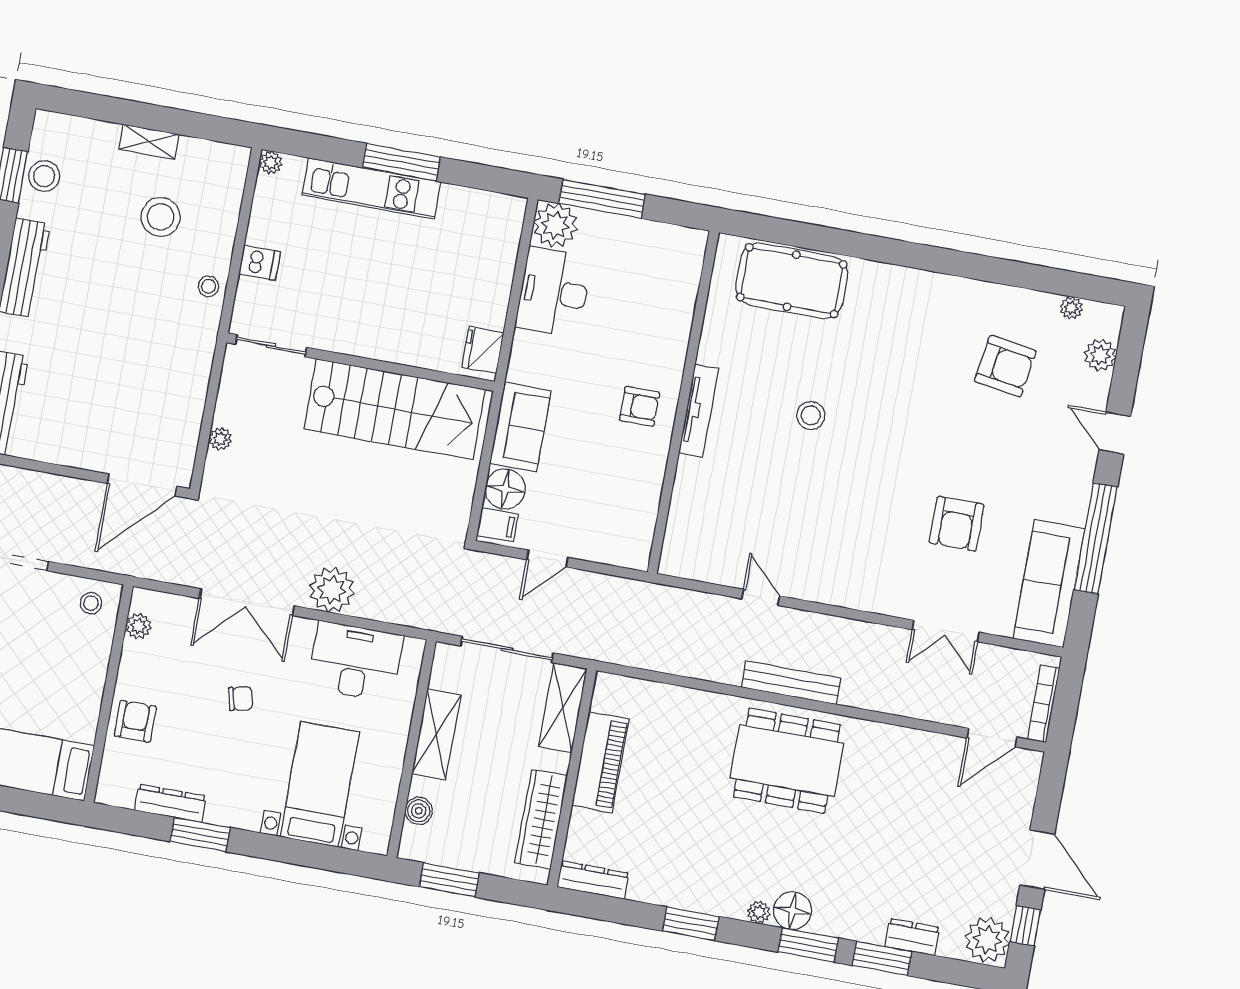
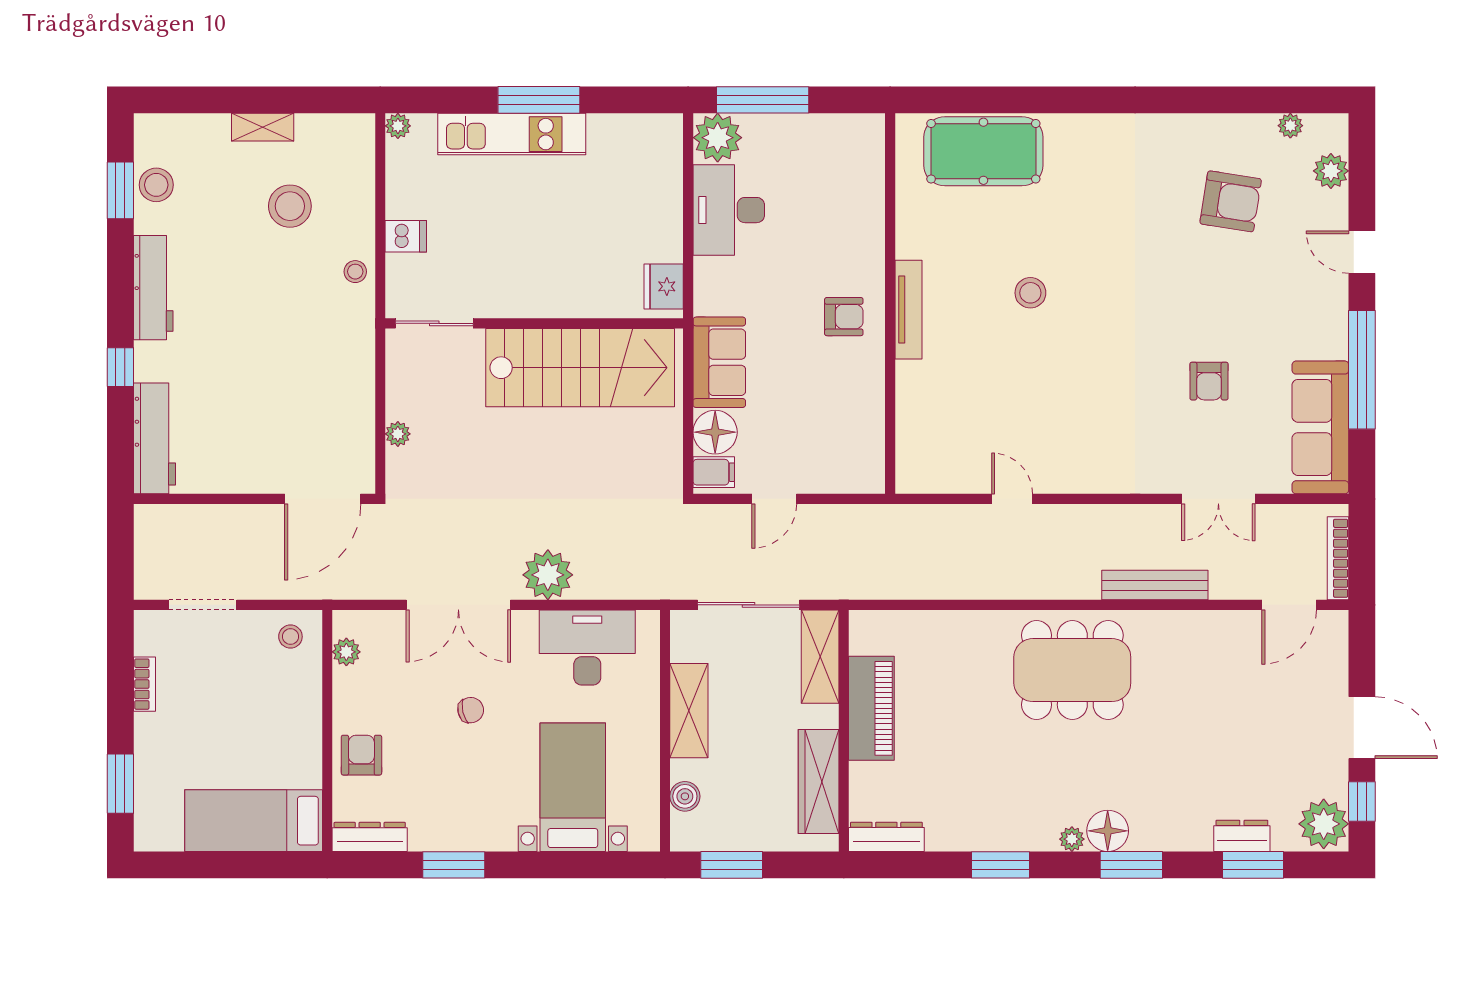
armchair: (957, 524) -> (1209, 381), width x0.72, depth x0.72
bench: (791, 683) -> (1155, 585), moved
dresser: (170, 803) -> (370, 837), moved
window: (882, 958) -> (1253, 865), moved

